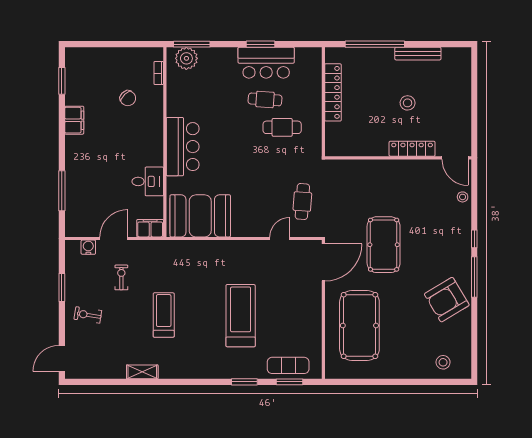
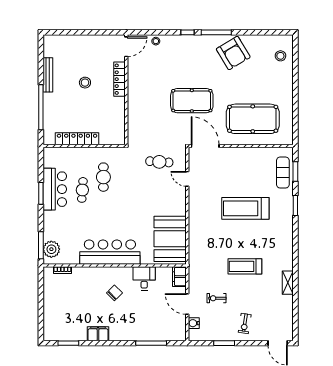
chair: (128, 98) -> (114, 293), moved
bar counter: (183, 147) -> (110, 252), width x1.36

